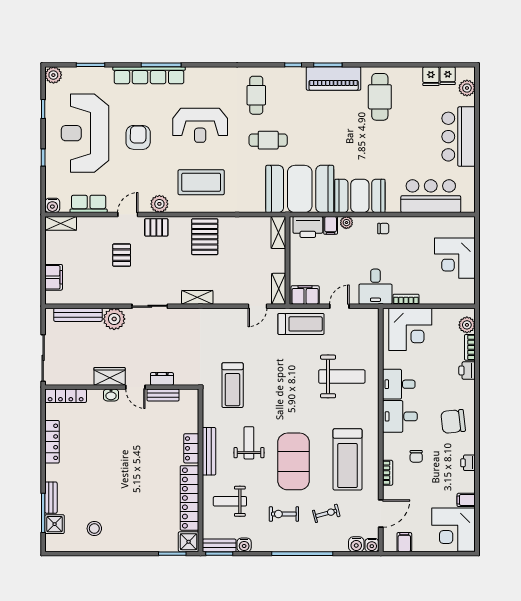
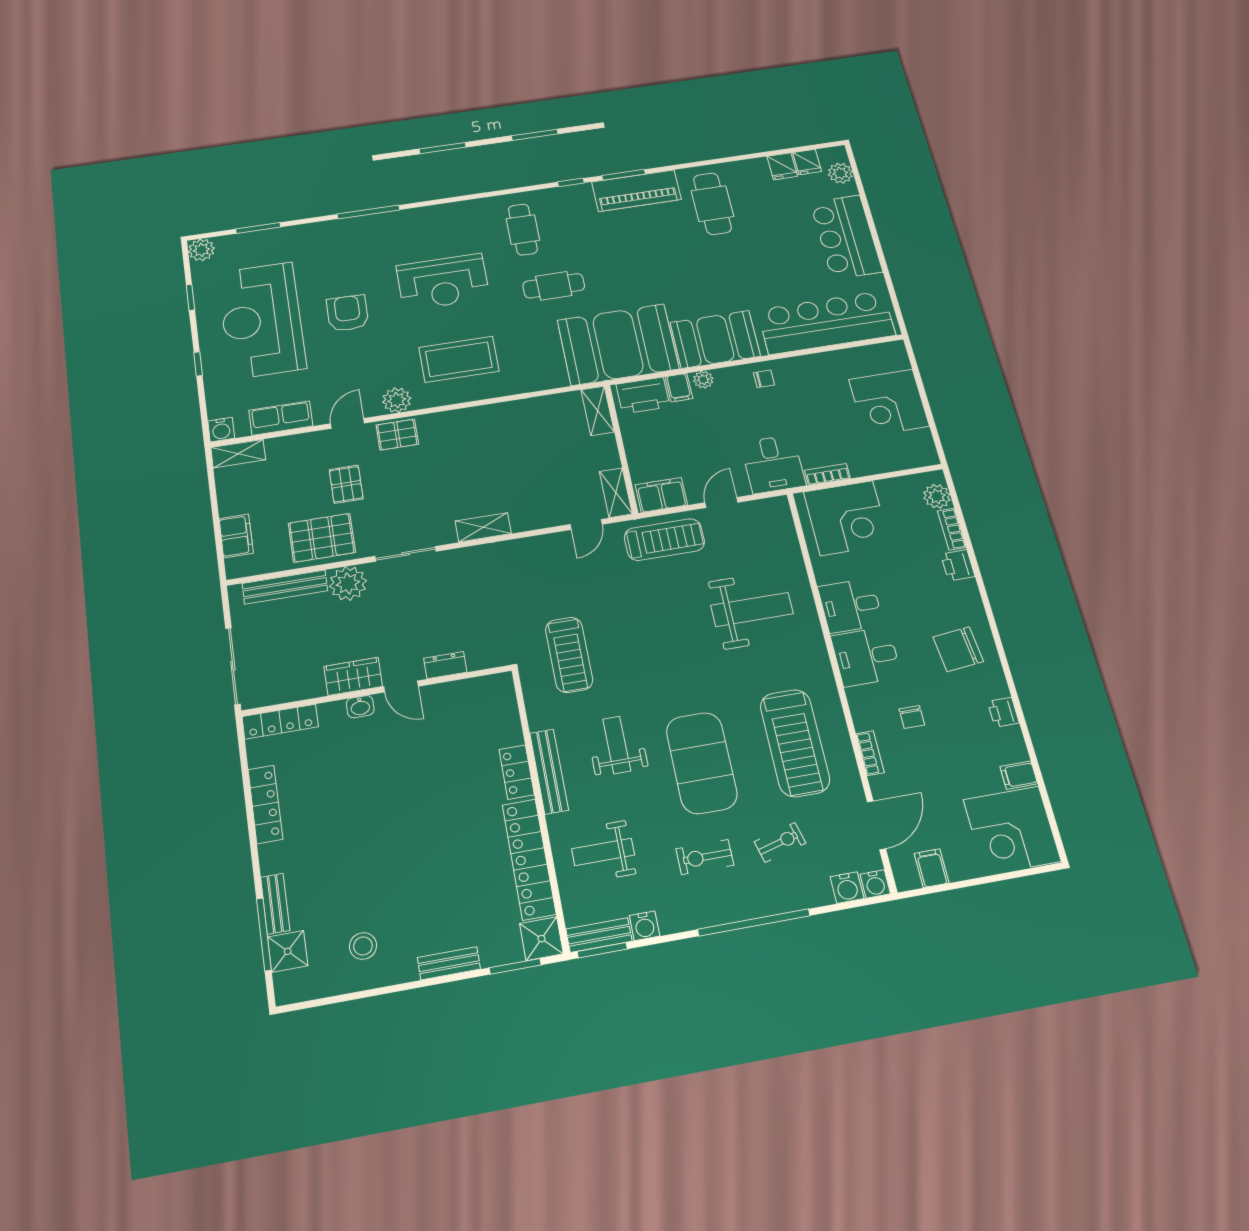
row of seats: (149, 75) -> (352, 228), removed
bar counter: (431, 196) -> (826, 323), width x1.36
pallet: (205, 237) -> (322, 538), moved, turned 90
bench: (163, 395) -> (449, 963), moved

